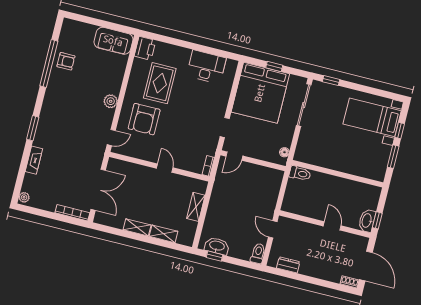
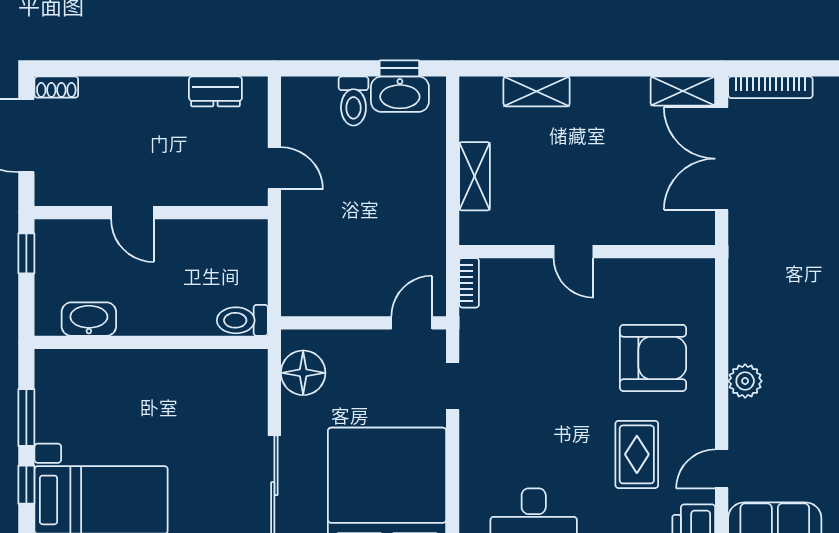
rug: (160, 83) -> (637, 454), width x0.73, depth x0.70
armchair: (144, 119) -> (653, 358), turned 90
door: (111, 138) -> (722, 469), moved
floor lamp: (284, 152) -> (303, 373), width x1.89, depth x1.89
washbasin: (367, 221) -> (89, 319), moved, turned -90
shelving: (137, 227) -> (683, 91), moved
toilet: (258, 253) -> (353, 101), moved

